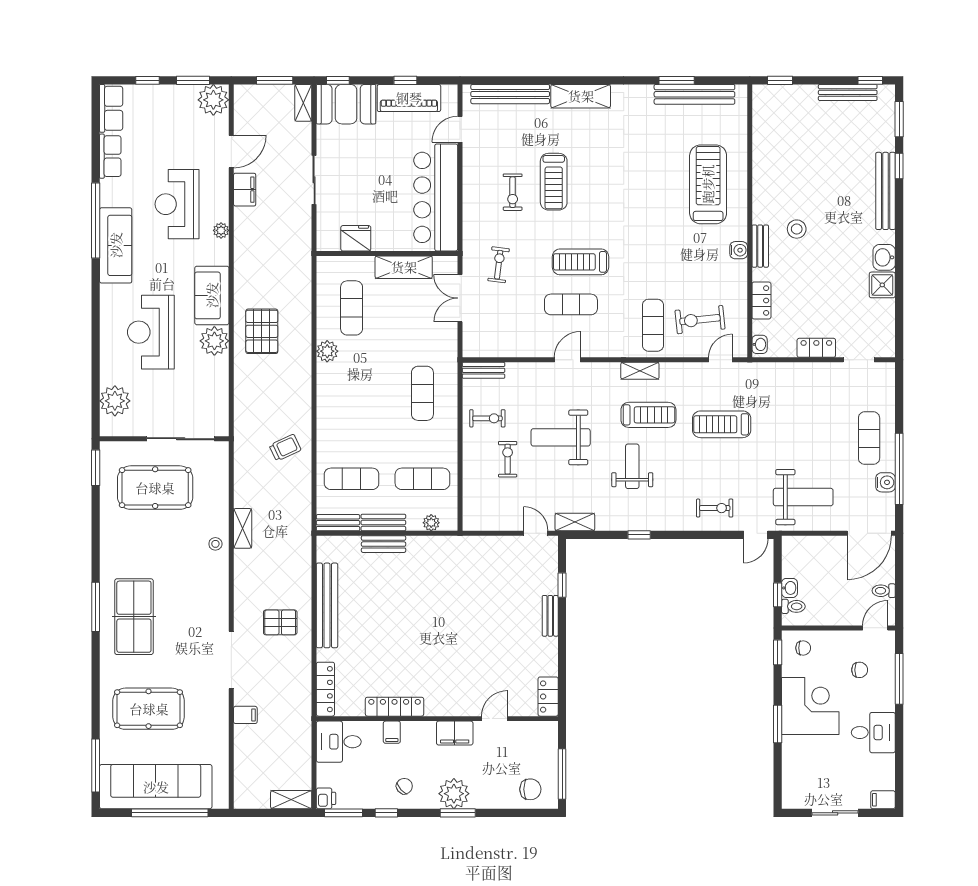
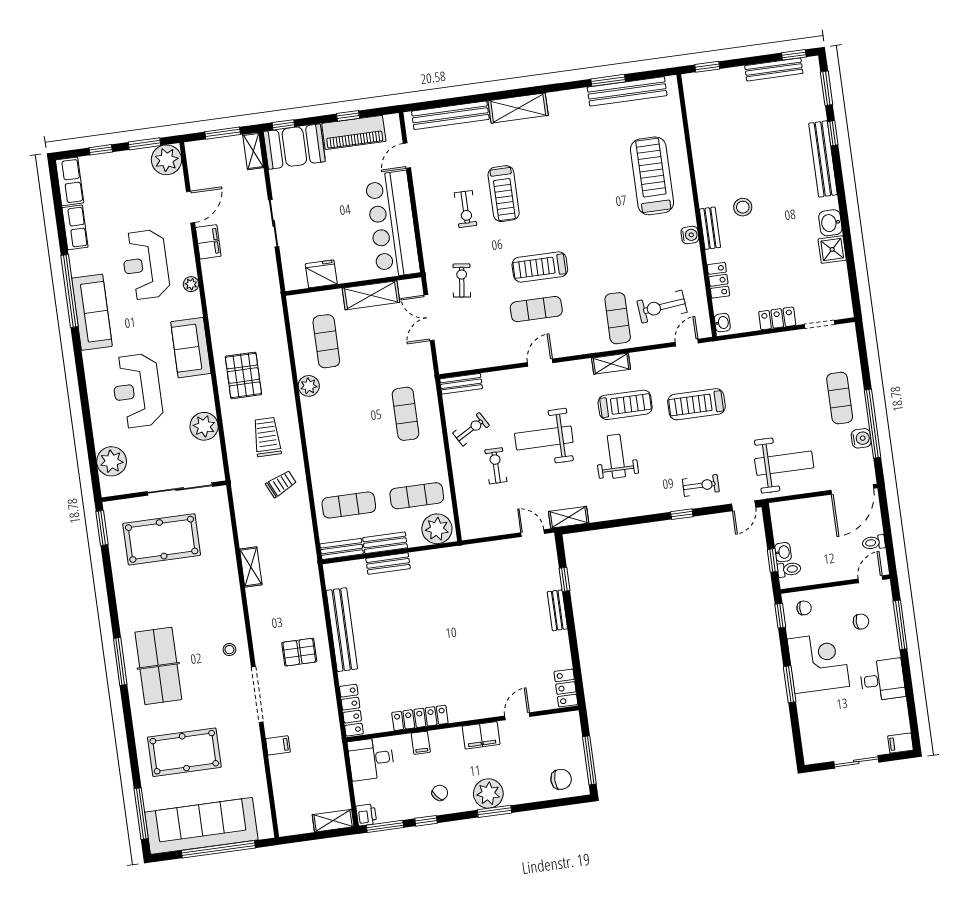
plant: (214, 341) -> (204, 426), moved
trolley: (277, 398) -> (267, 437), added
exercise bike: (487, 418) -> (471, 429), turned -30
plant: (431, 523) -> (437, 529), width x1.87, depth x1.87
window: (639, 535) -> (682, 514), moved
stool: (215, 544) -> (229, 650), moved

